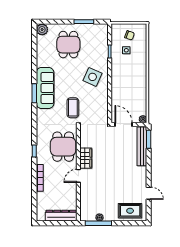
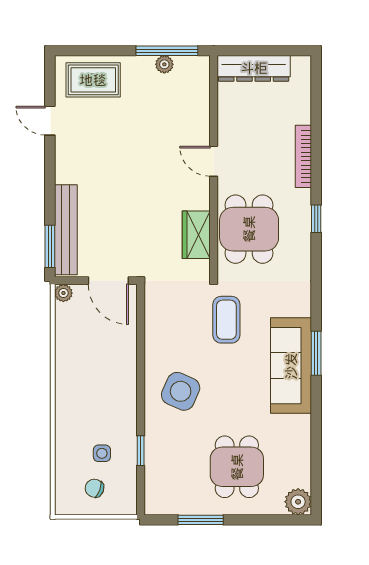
wardrobe: (86, 158) -> (196, 235), moved
door: (78, 176) -> (214, 161), swing flipped

